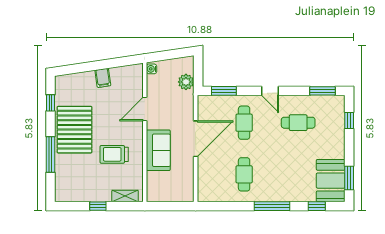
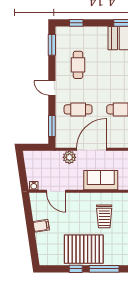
plant: (186, 82) -> (69, 157), moved
door: (270, 91) -> (52, 88), swing flipped
window: (50, 103) -> (76, 269), moved
door: (145, 109) -> (56, 191), moved
door: (196, 139) -> (91, 149), hinge flipped

